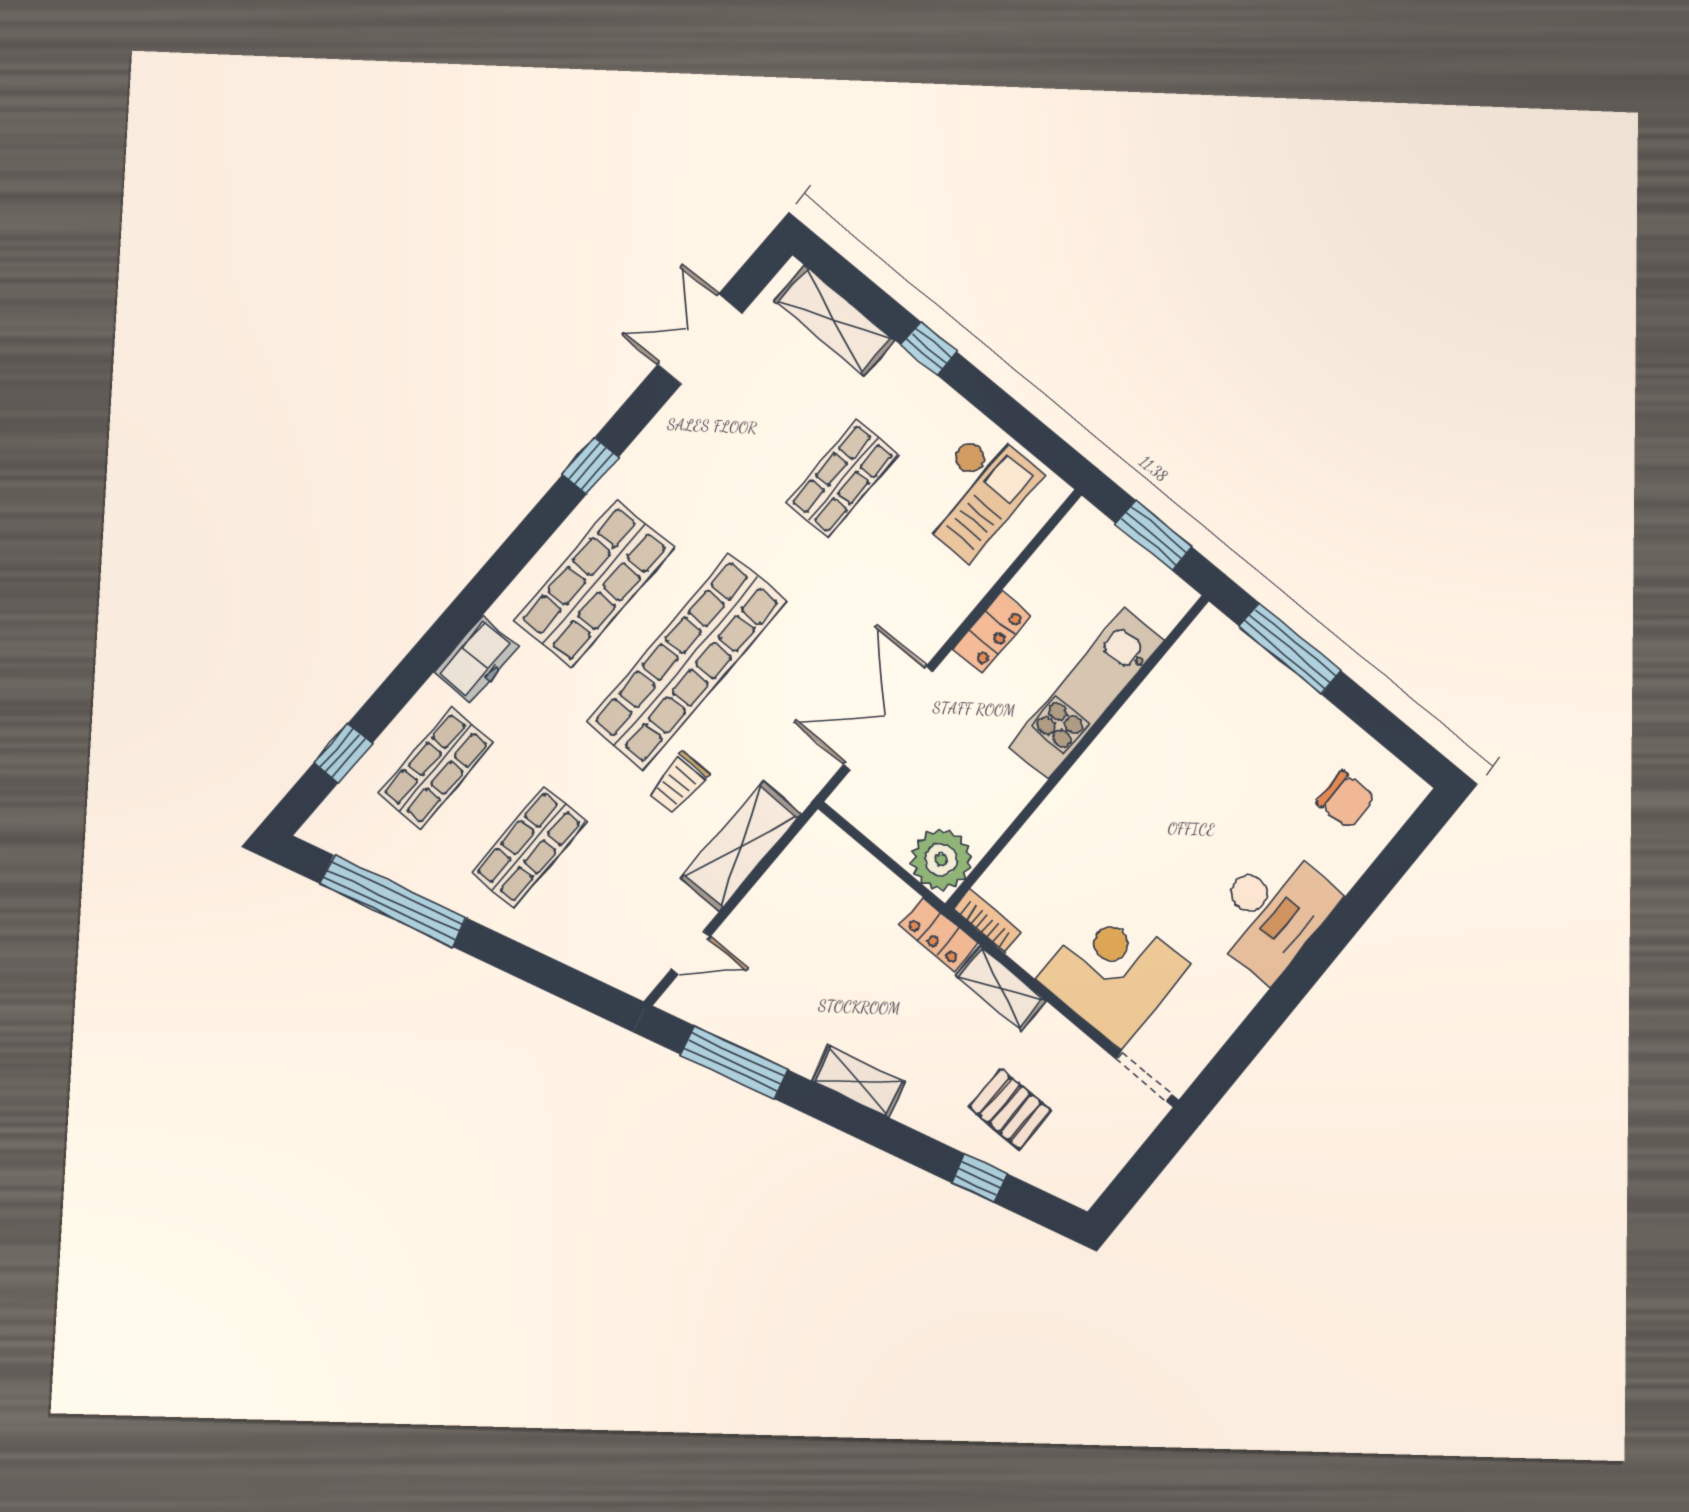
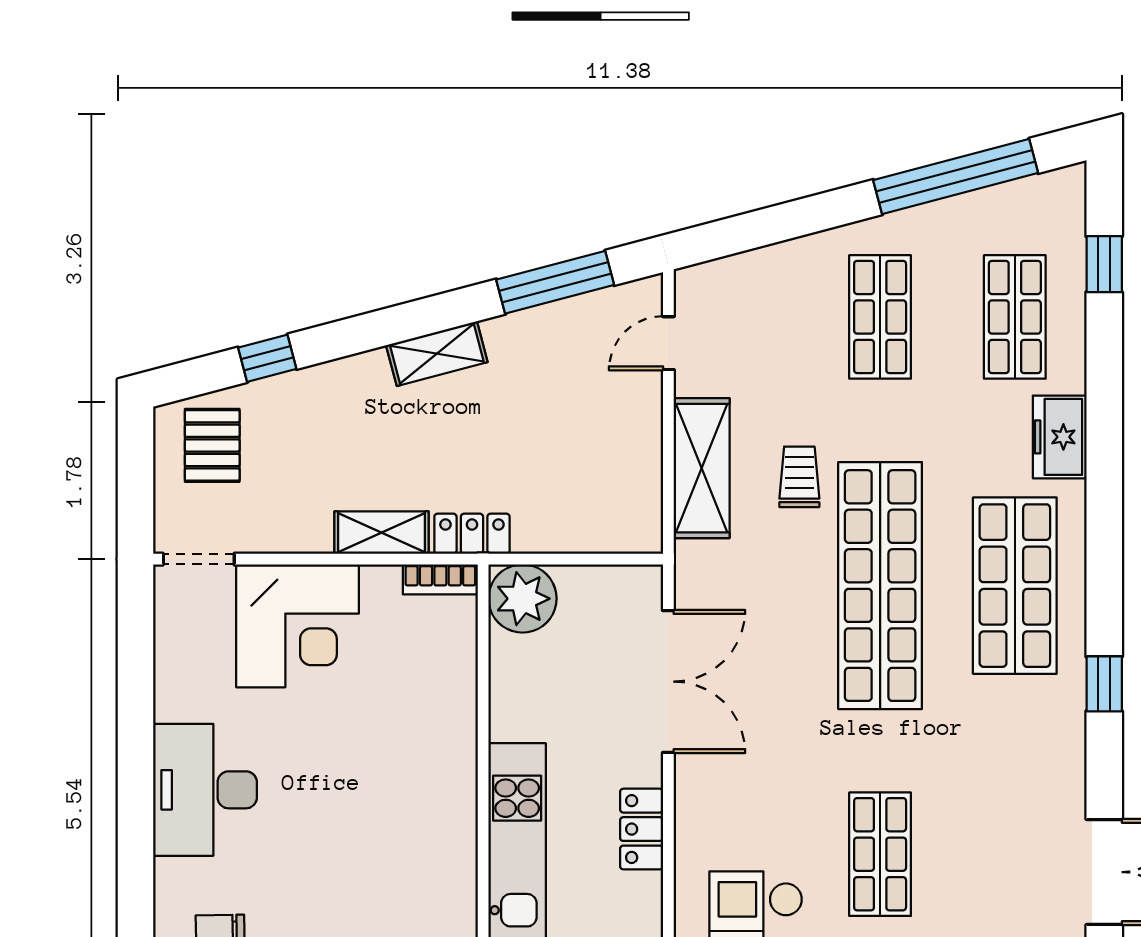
pallet: (1010, 1109) -> (212, 445), moved, turned 90

